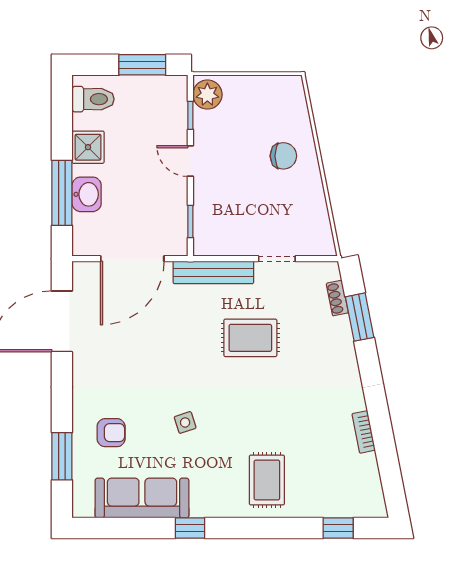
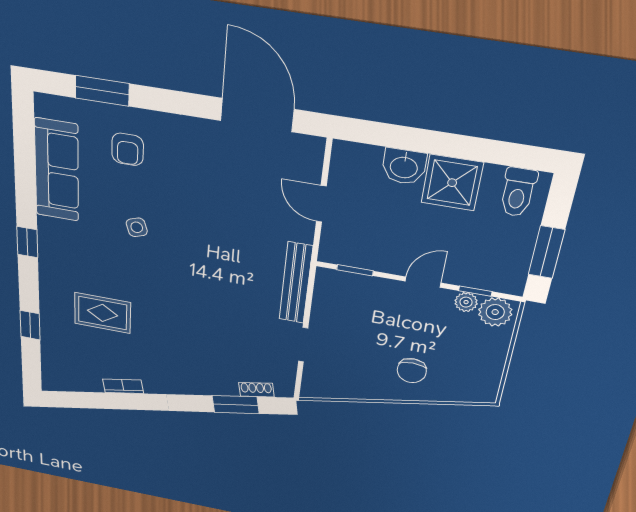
plant: (203, 121) -> (466, 302), added
shower: (88, 147) -> (452, 183), width x1.36, depth x1.36
window: (62, 193) -> (410, 139), removed
door: (132, 259) -> (321, 204), width x0.53
rug: (250, 338) -> (223, 305), removed
rug: (267, 480) -> (102, 313), moved
window: (190, 528) -> (27, 242), moved
window: (338, 528) -> (30, 325), moved

